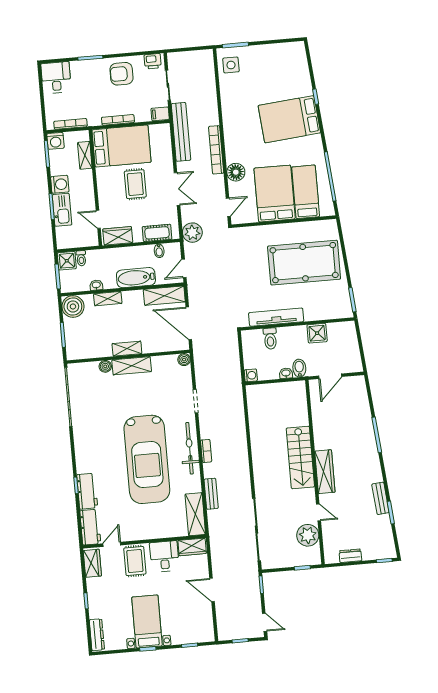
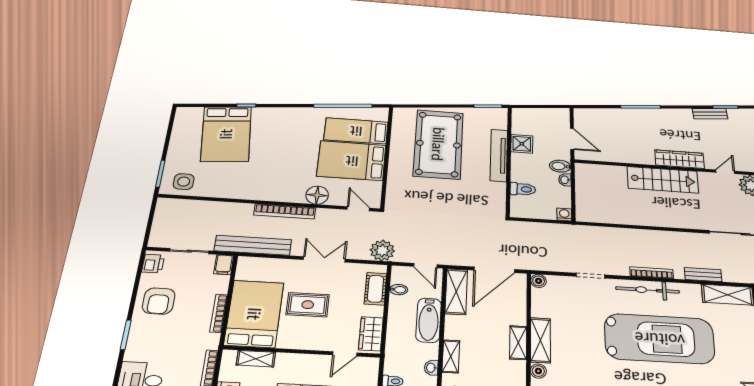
bed: (289, 119) -> (226, 134), moved
tv unit: (276, 317) -> (499, 155), moved
bookcase: (206, 451) -> (652, 273), width x1.56

